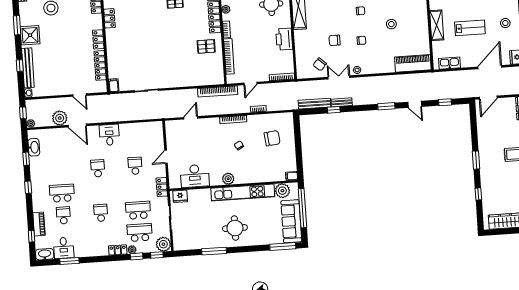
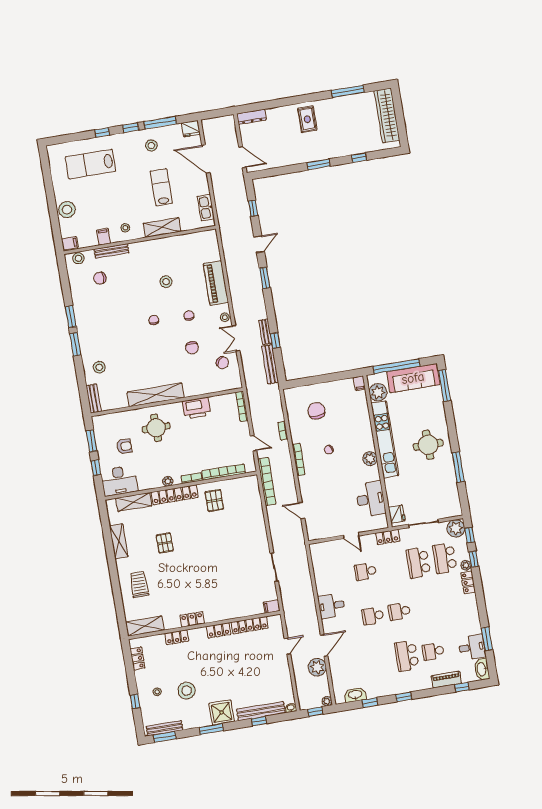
piano: (413, 63) -> (216, 283), moved
school desk: (101, 213) -> (399, 611), moved

